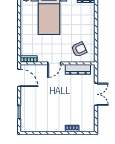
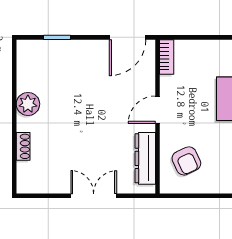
door: (54, 63) -> (158, 110), hinge flipped
double door: (96, 94) -> (94, 196), swing flipped
plant: (52, 126) -> (28, 104), added

